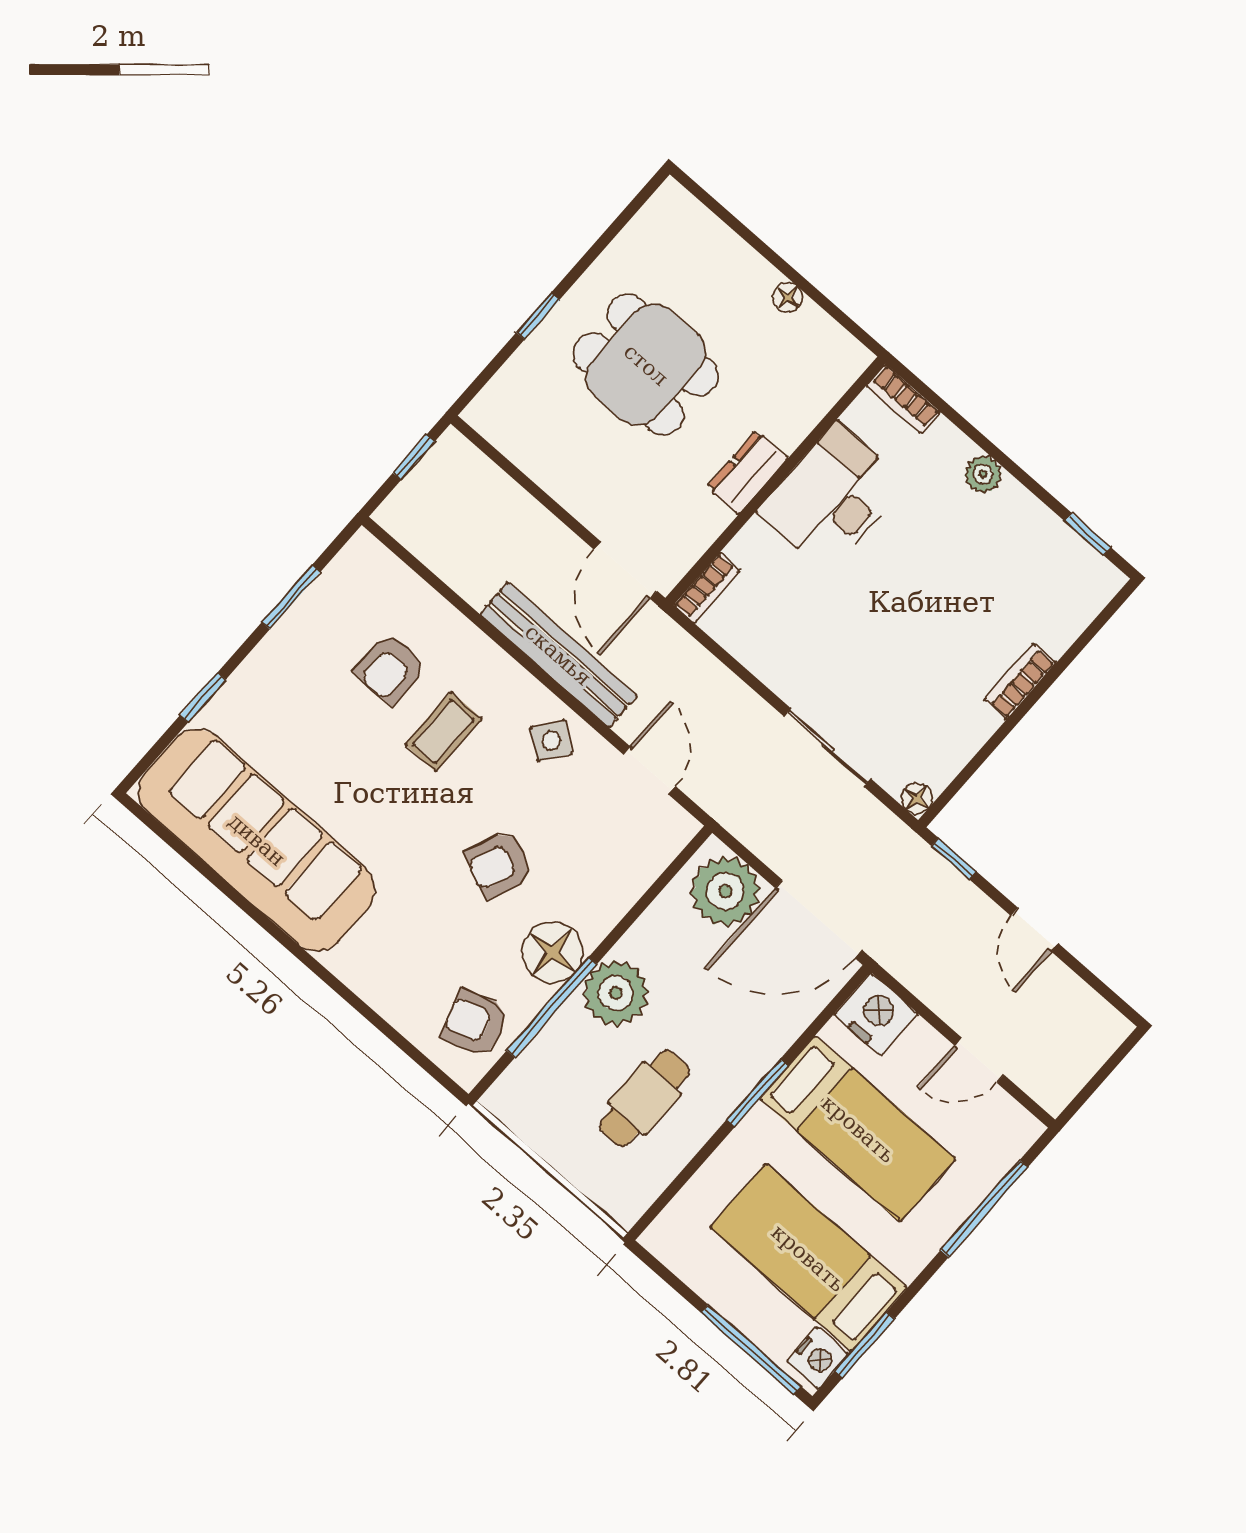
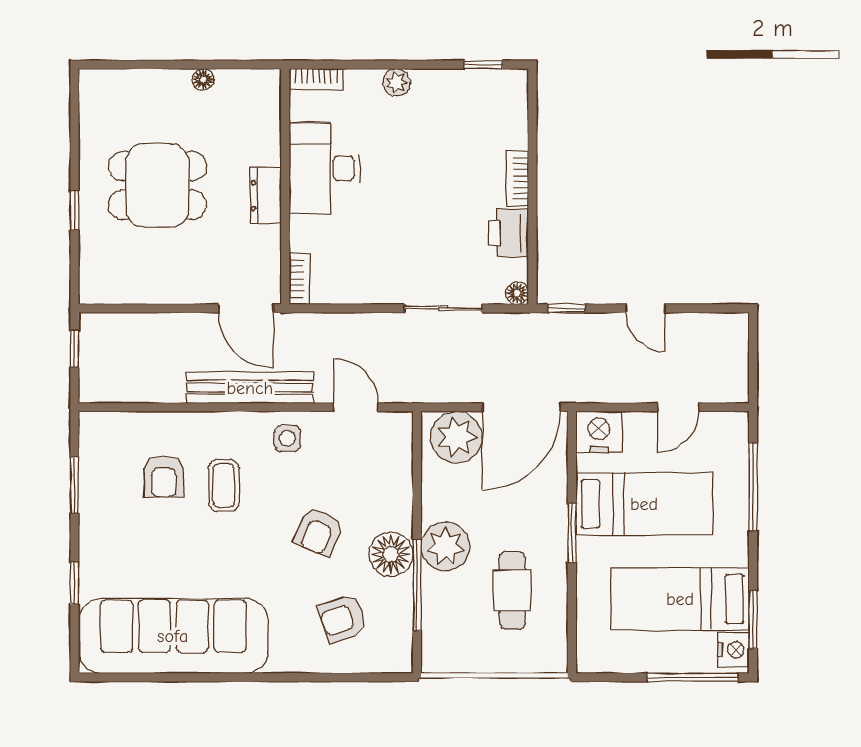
printer: (963, 729) -> (509, 233), added
side table: (551, 740) -> (287, 438), turned -37
armchair: (475, 1023) -> (343, 618), moved

